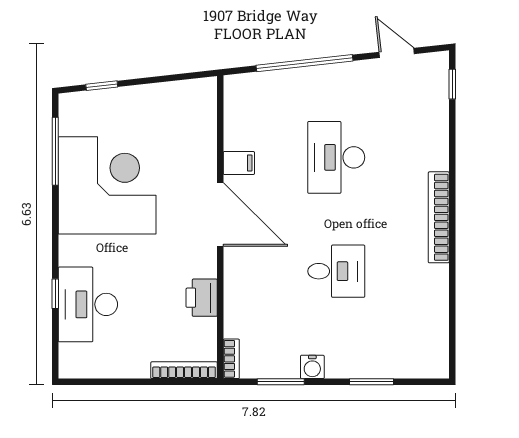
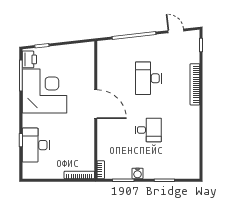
filing cabinet: (239, 163) -> (104, 81), removed
bookcase: (439, 217) -> (195, 84), moved
printer: (202, 298) -> (29, 59), moved, turned 180

